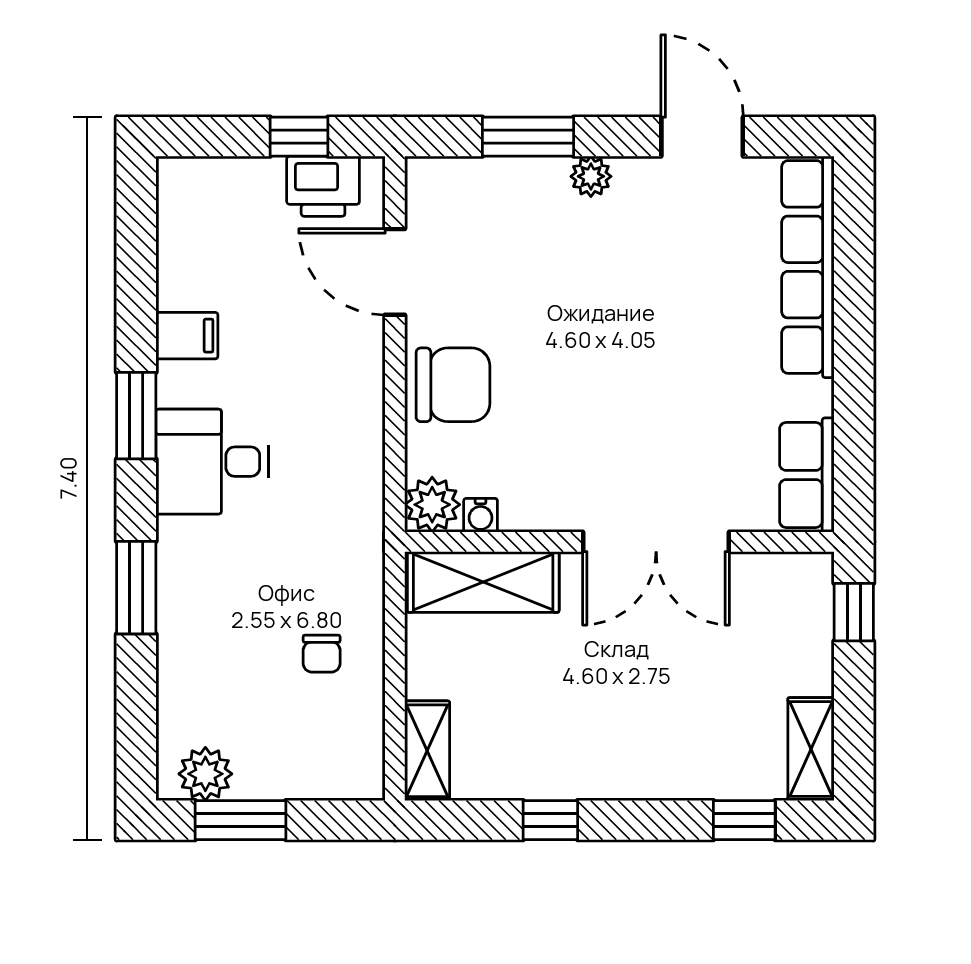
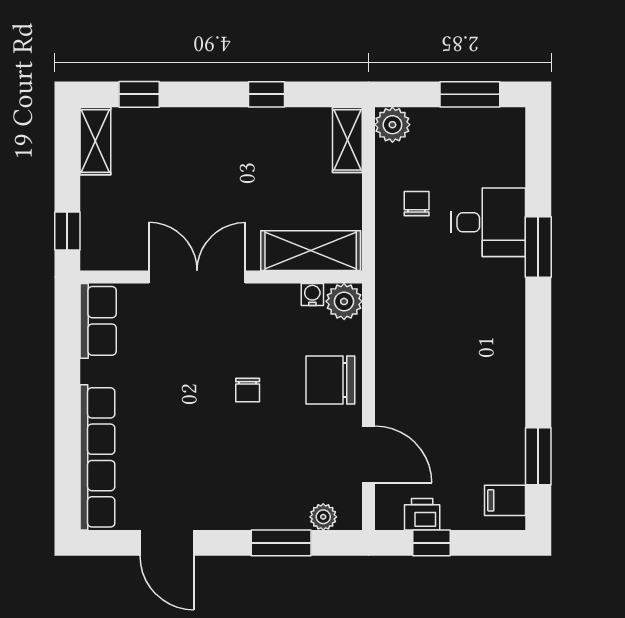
plant: (591, 176) -> (323, 517), moved
printer: (323, 186) -> (422, 514), width x0.73, depth x0.81
filing cabinet: (187, 336) -> (505, 500), moved
chair: (579, 370) -> (248, 390), added
window: (136, 416) -> (538, 456), moved
desk: (212, 462) -> (488, 222), moved
plant: (205, 774) -> (392, 125), moved

